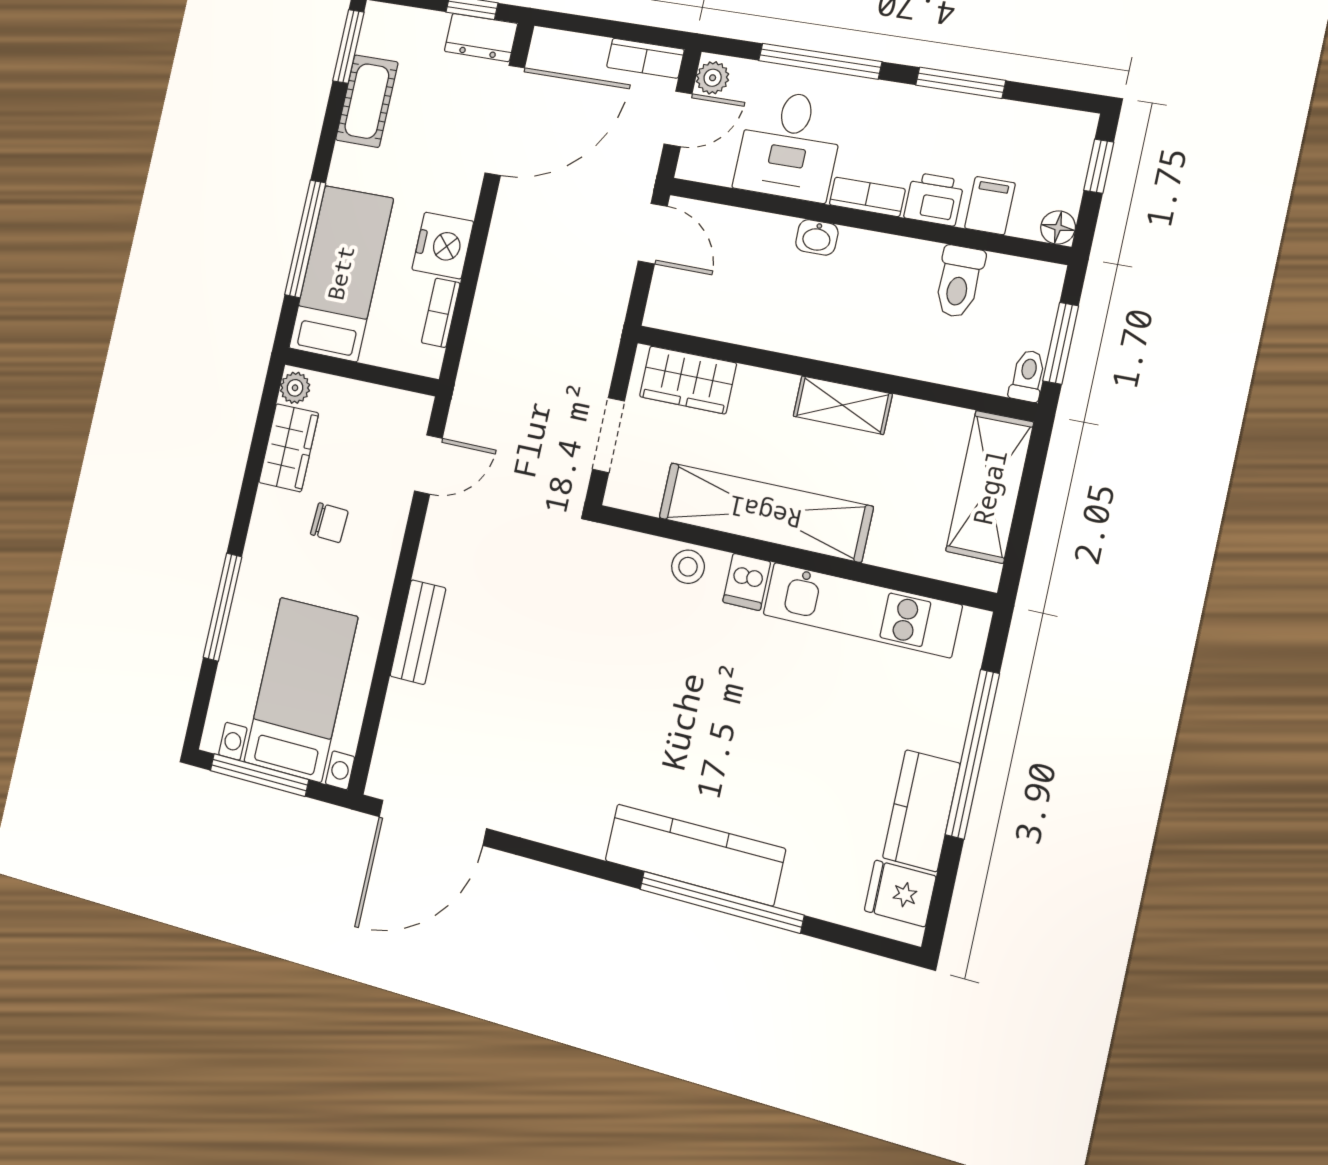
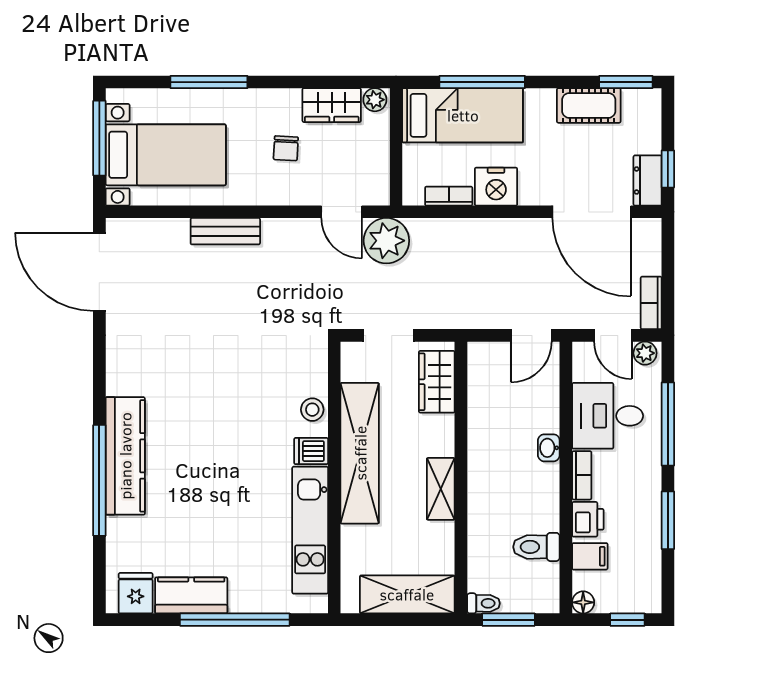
plant: (480, 411) -> (386, 241), added

